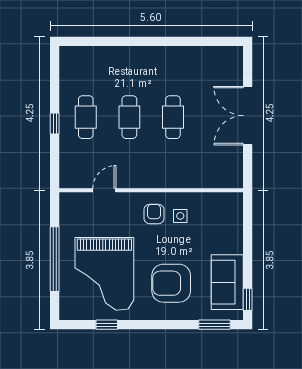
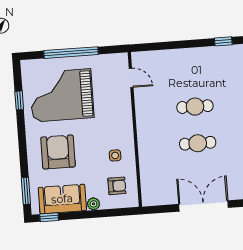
cafe table: (86, 117) -> (192, 70), removed
window: (55, 124) -> (223, 41), moved
door: (104, 190) -> (131, 78), moved
armchair: (154, 214) -> (117, 186), moved
plant: (236, 246) -> (94, 204), added

